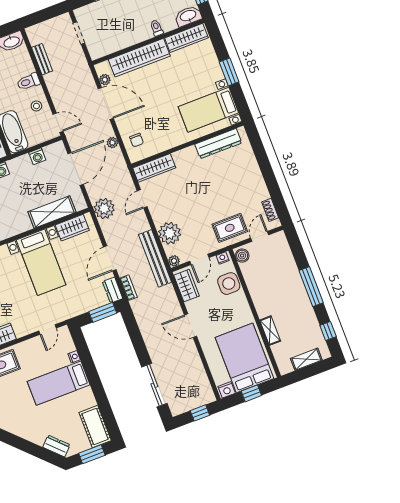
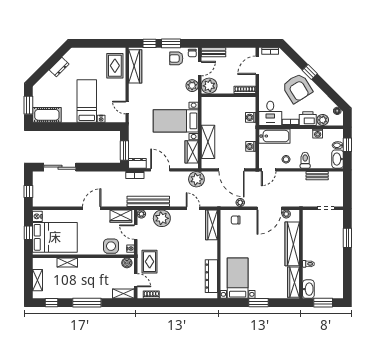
shelving: (282, 245) -> (123, 294), added
dresser: (56, 446) -> (59, 67), moved

